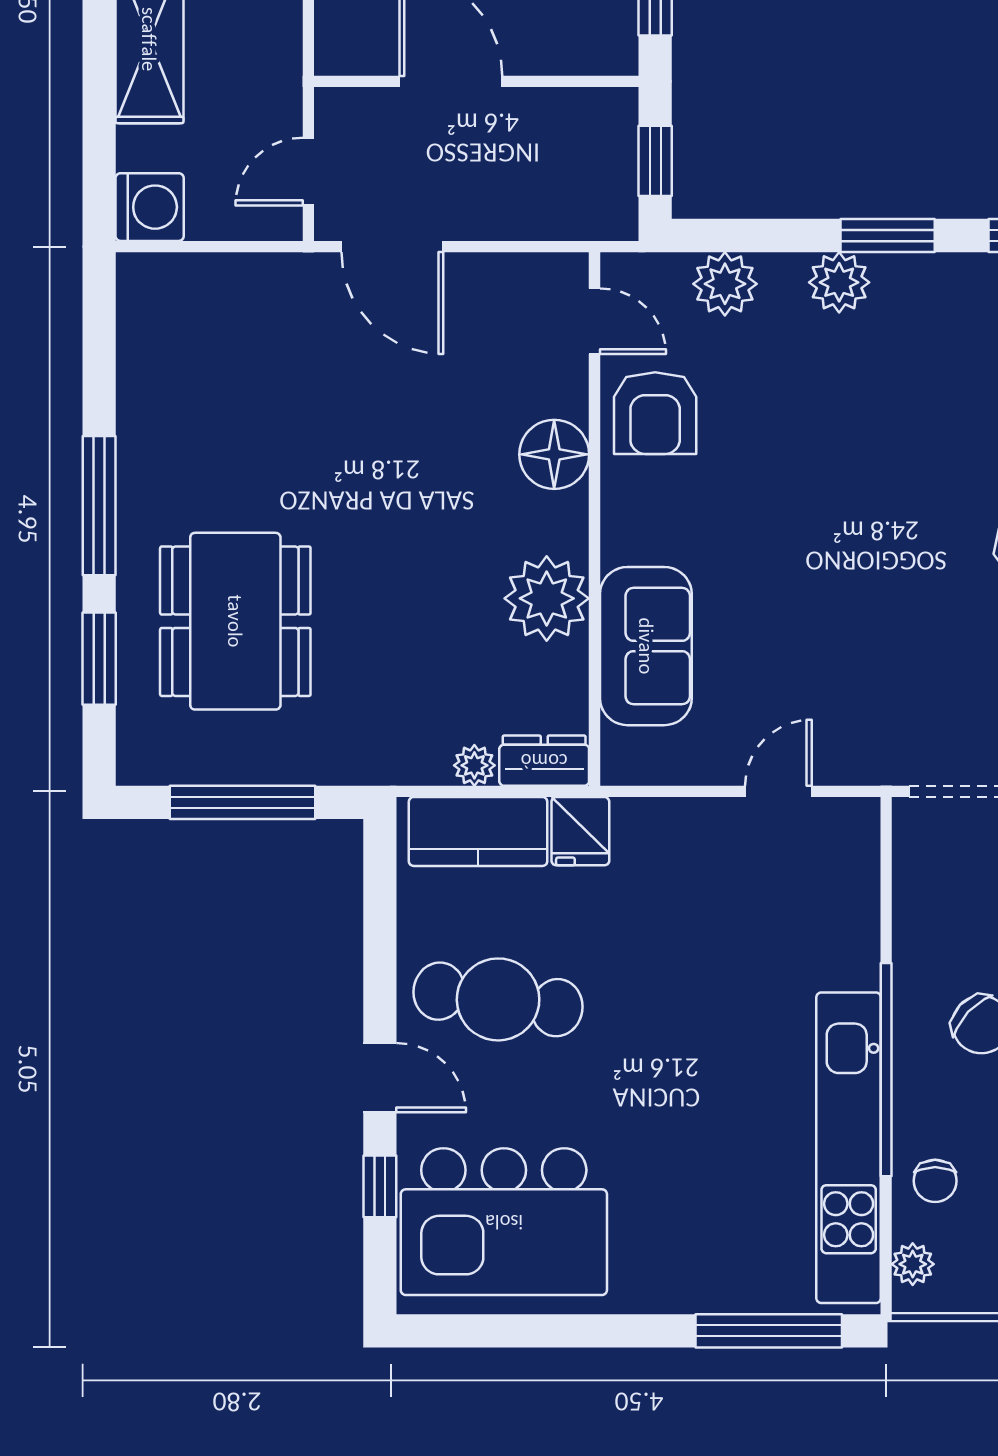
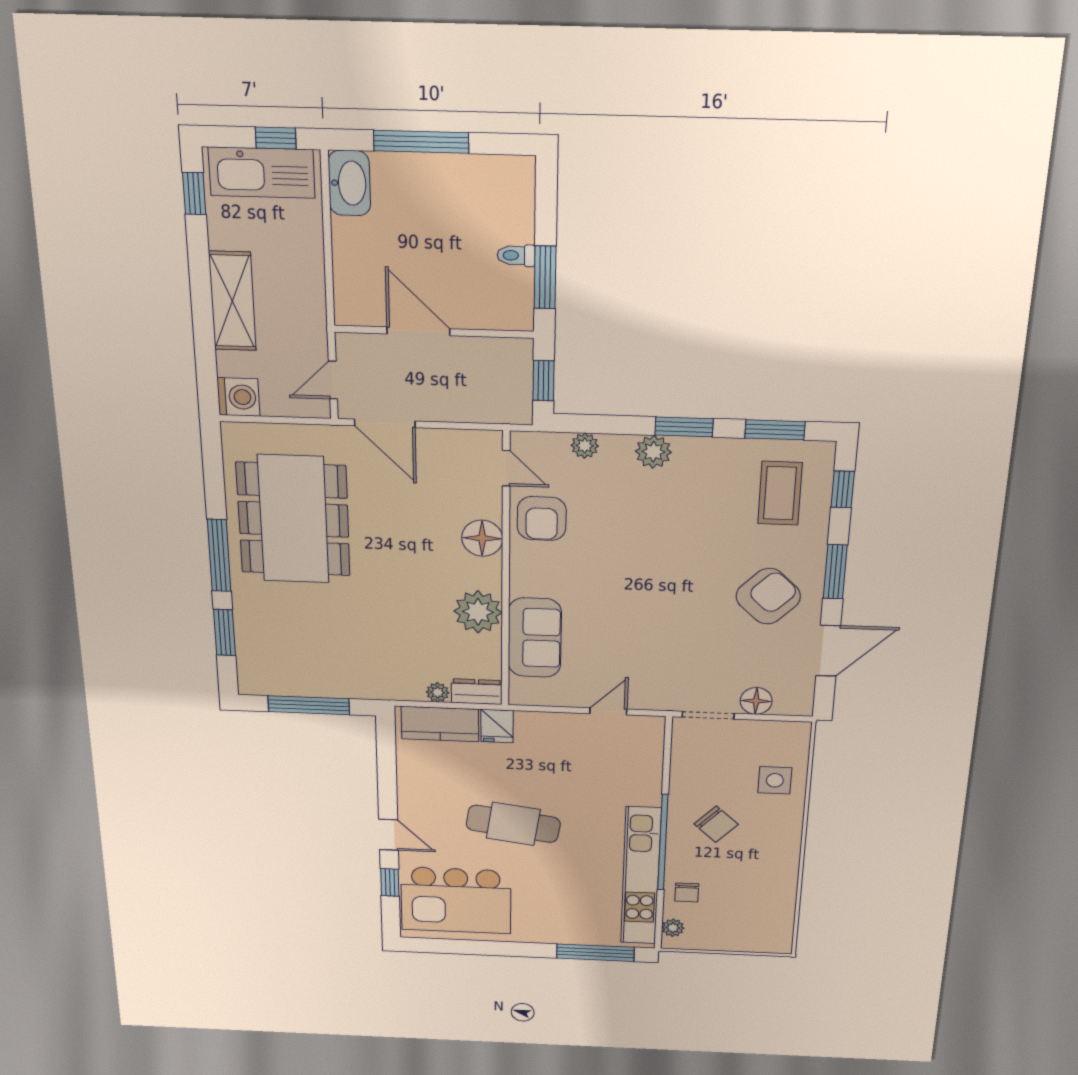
plant: (725, 284) -> (585, 446), width x0.73, depth x0.73
dining table: (235, 621) -> (293, 519), moved, width x1.36, depth x1.24
cafe table: (498, 999) -> (513, 824), moved

